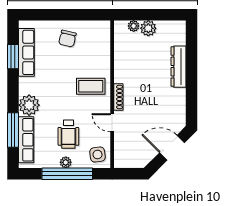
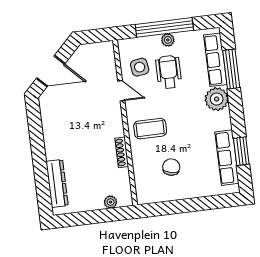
plant: (148, 28) -> (94, 201), removed
chair: (67, 39) -> (171, 167), moved
dresser: (179, 67) -> (57, 183), moved
shoe rack: (118, 97) -> (122, 152), moved
side table: (98, 155) -> (140, 67), moved

